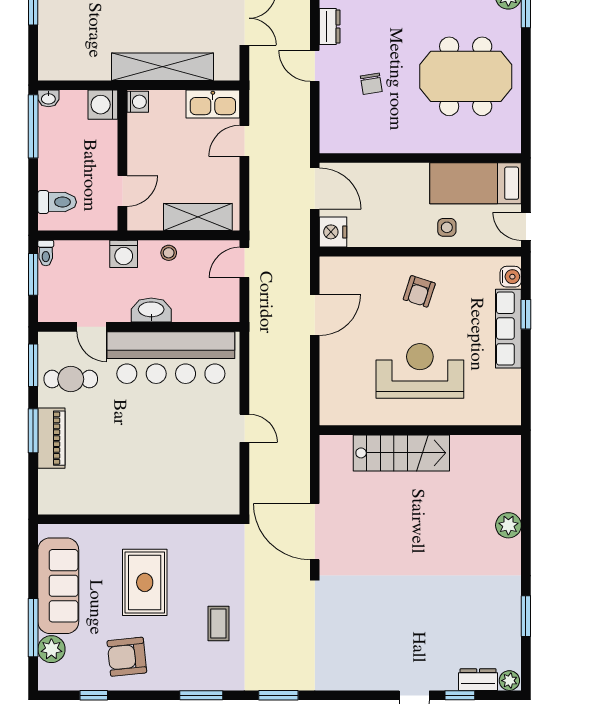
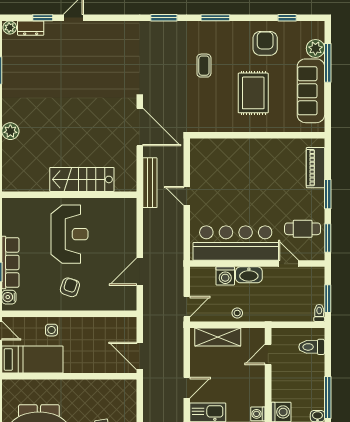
nightstand: (333, 232) -> (127, 327), removed
washing machine: (124, 254) -> (225, 276), moved, turned 180
reception desk: (420, 371) -> (69, 234), turned -90
piano: (51, 438) -> (315, 168), moved
bench: (300, 448) -> (150, 183), added
armchair: (127, 657) -> (265, 43), turned -84

